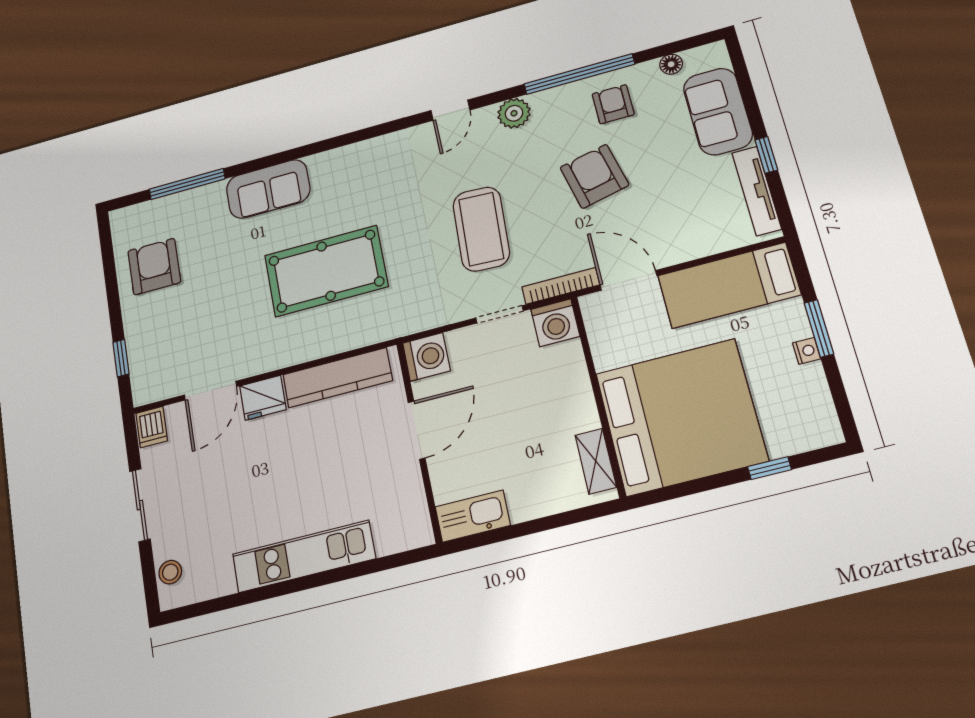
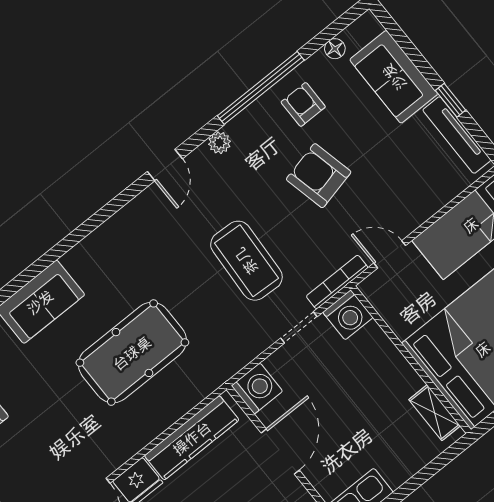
plant: (514, 113) -> (219, 143), width x0.73, depth x0.73
door: (628, 280) -> (390, 254), width x0.73

